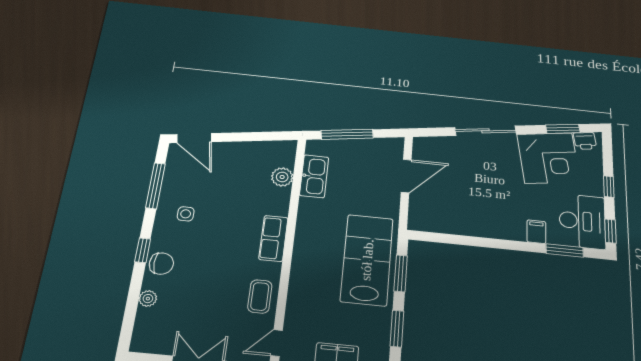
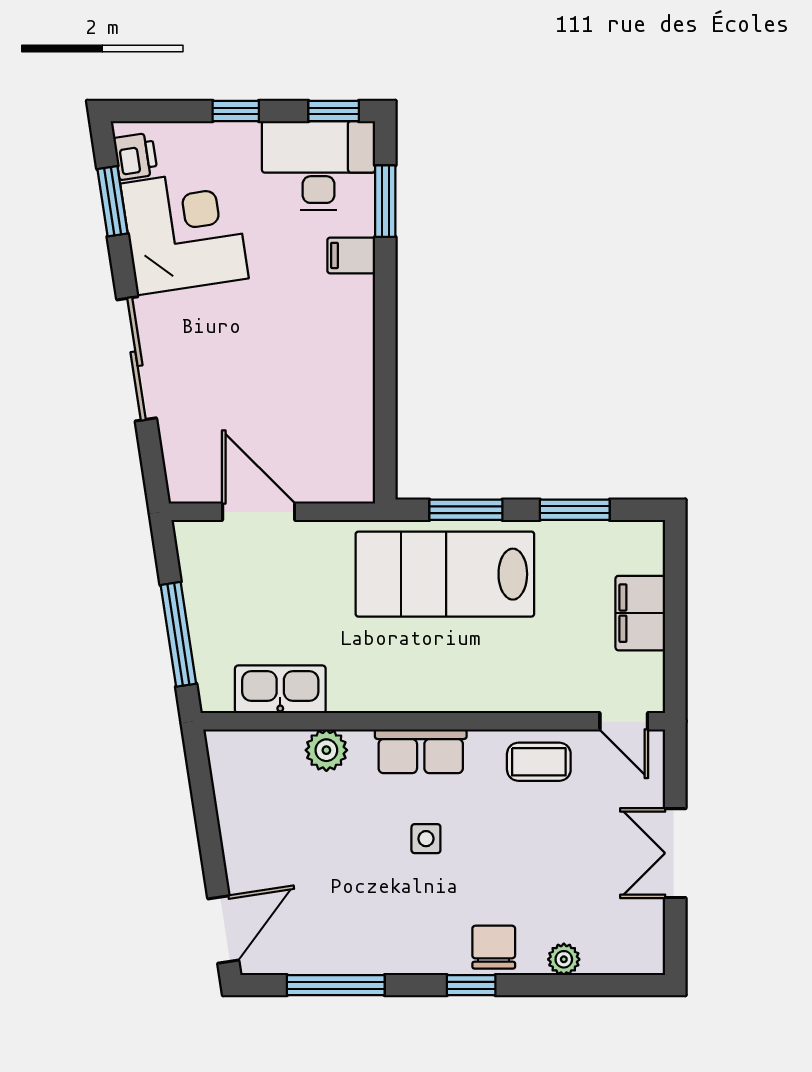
plant: (282, 177) -> (326, 750), moved
side table: (186, 214) -> (426, 839), moved

